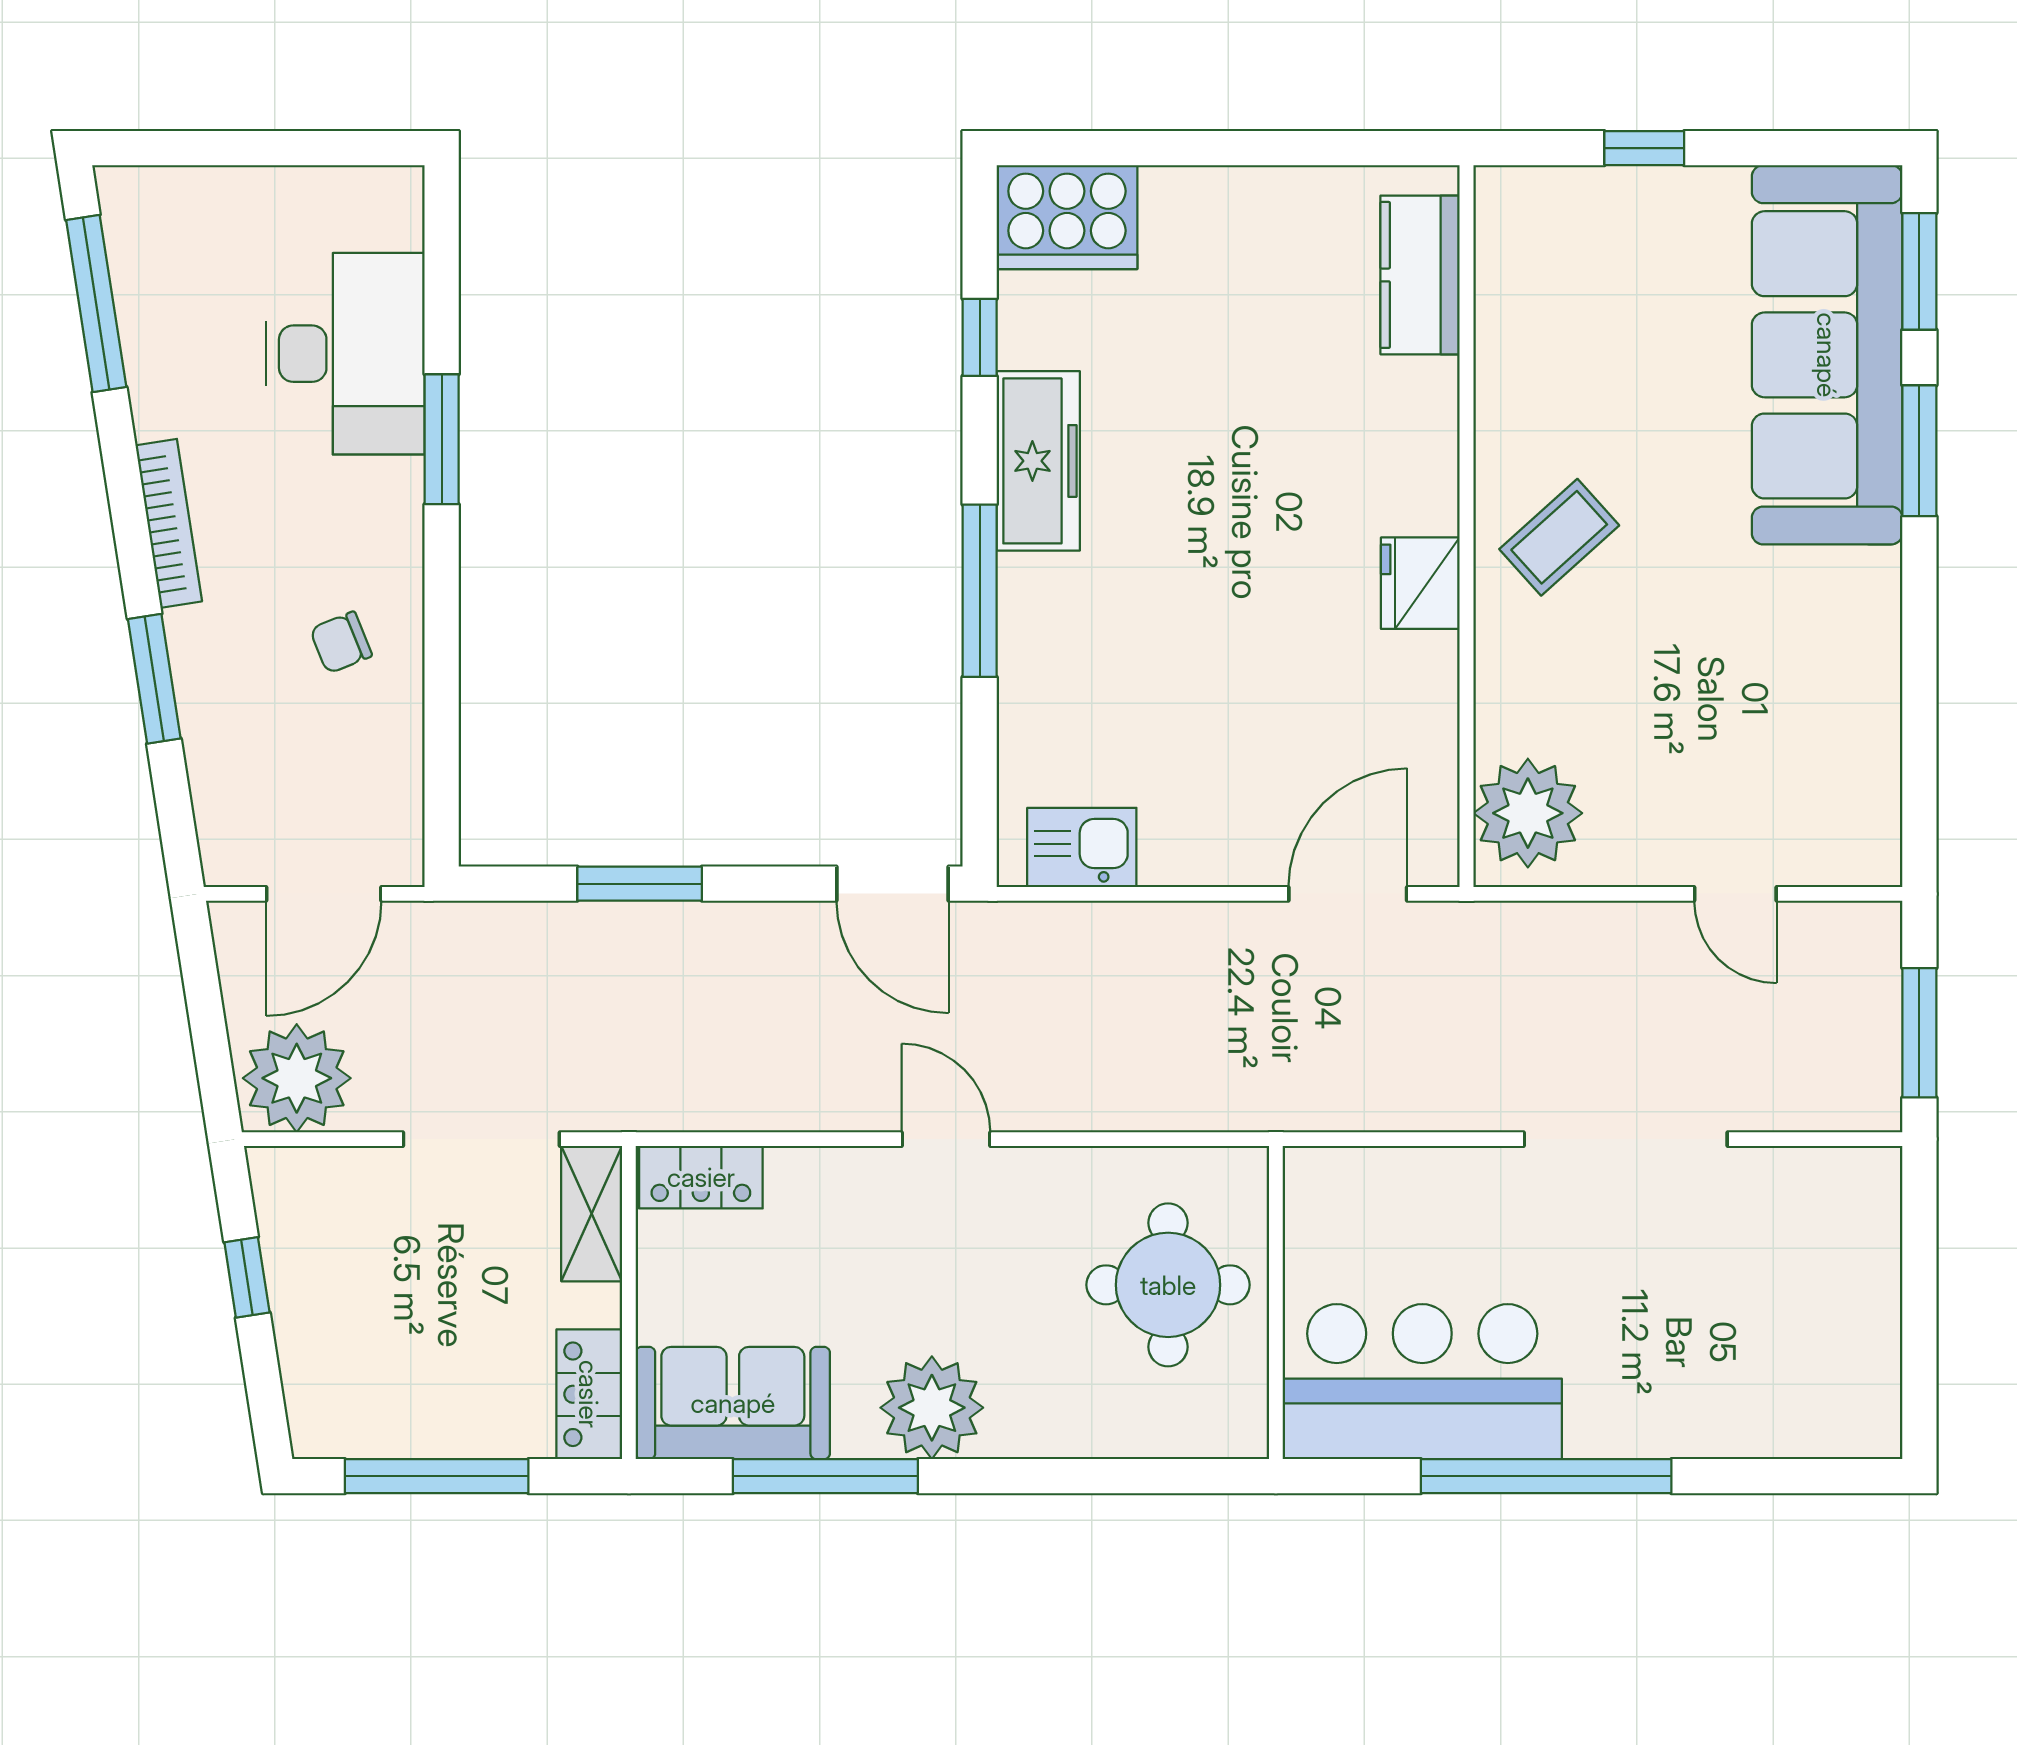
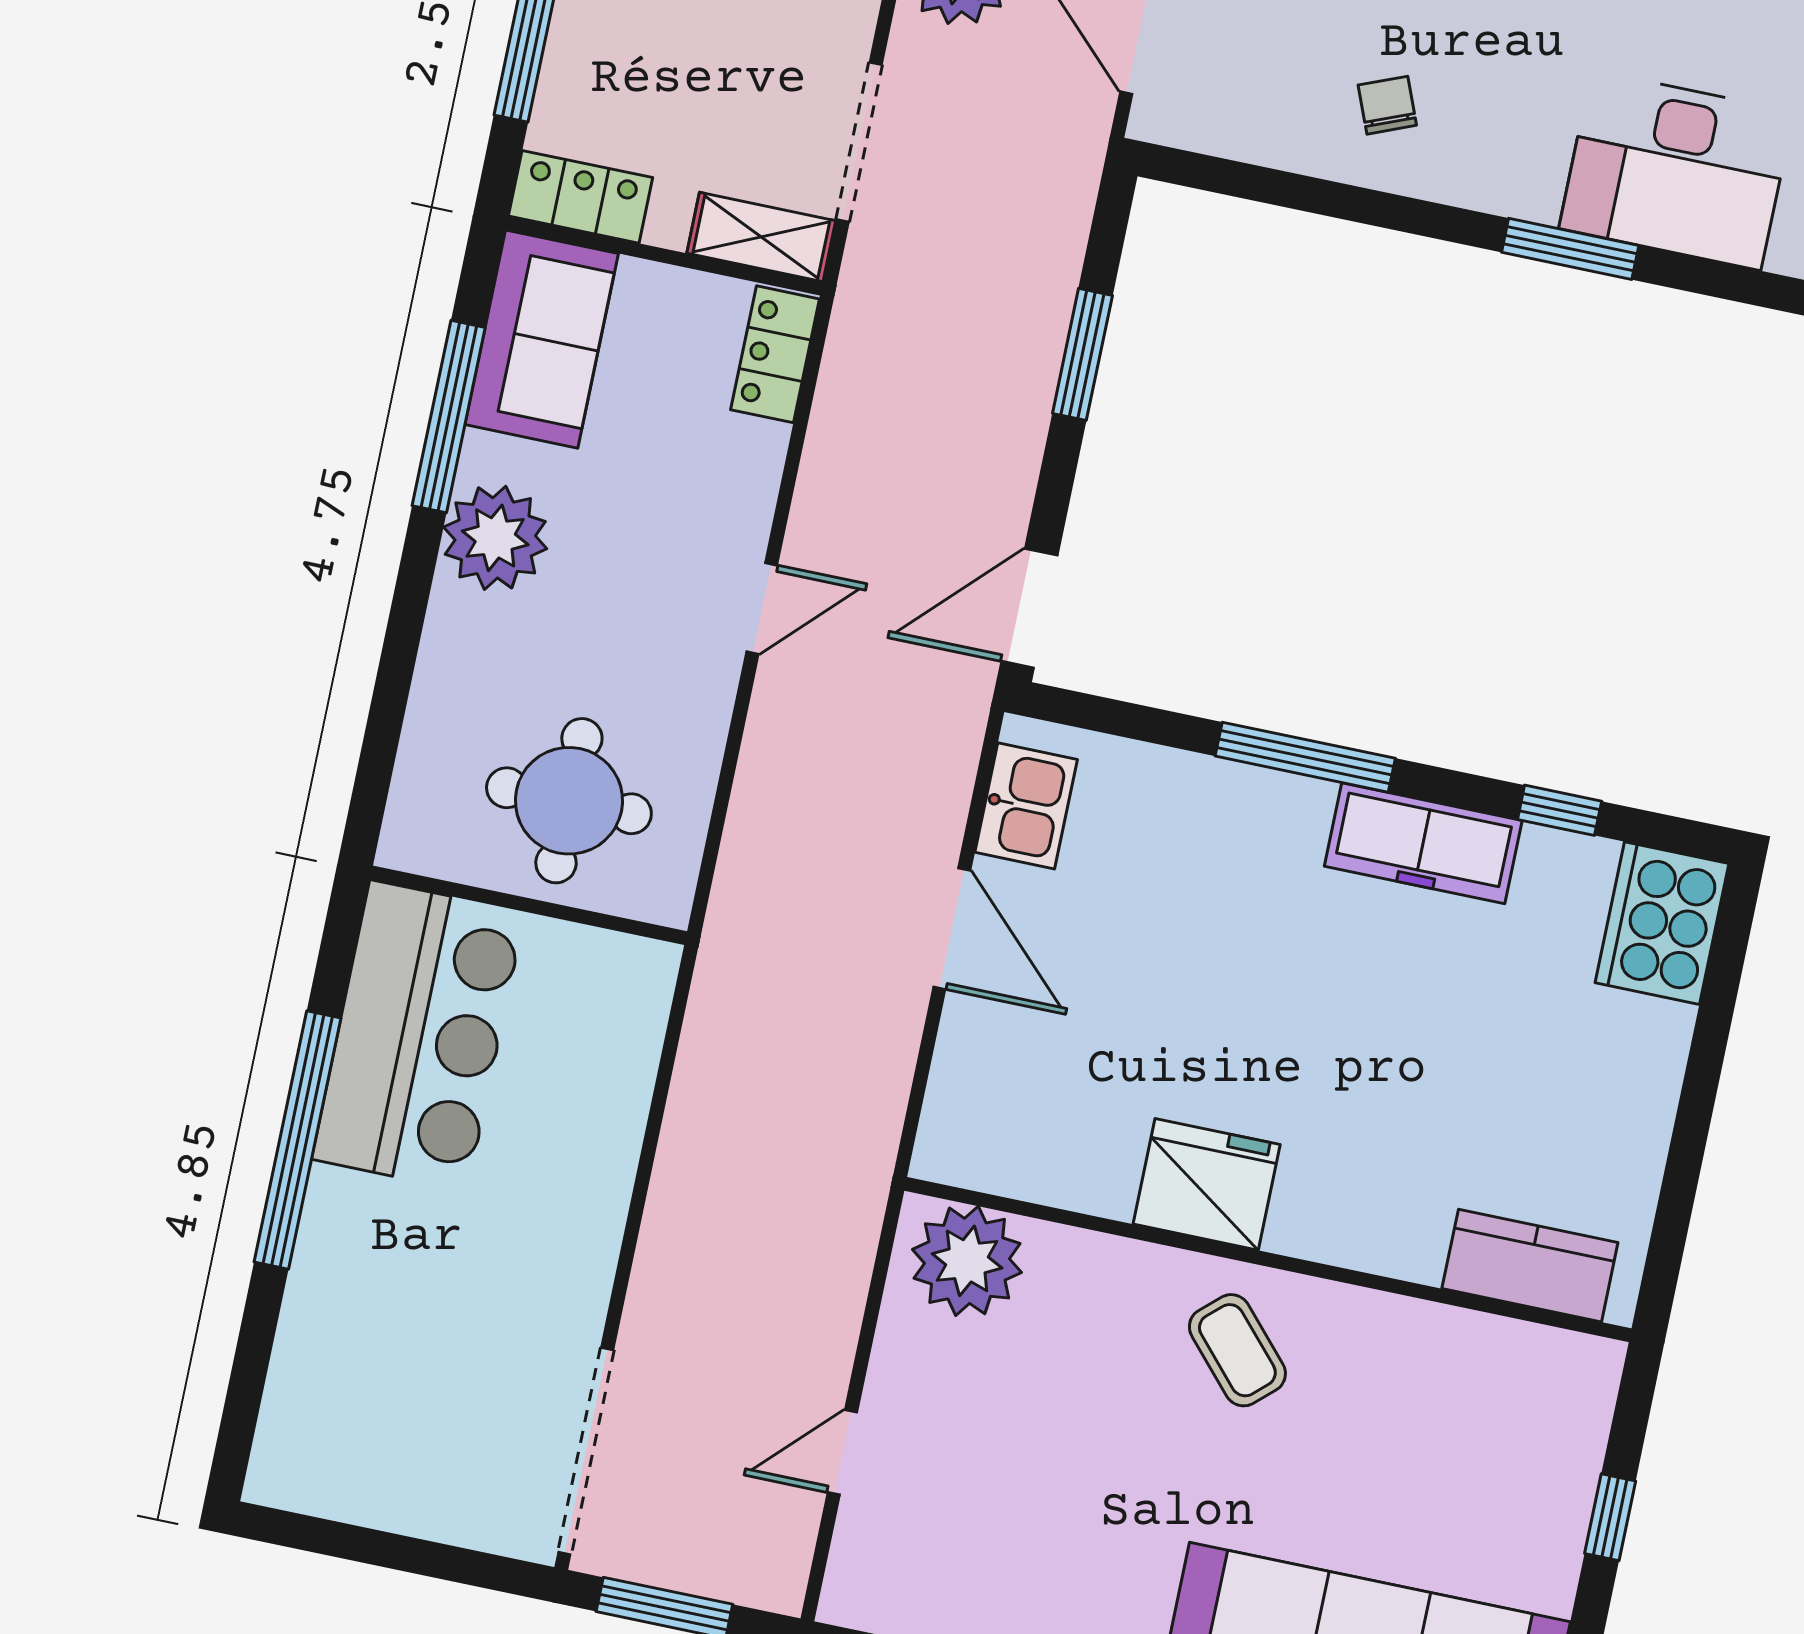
fridge: (1420, 583) -> (1207, 1184), width x1.36, depth x1.34
door: (1348, 894) -> (952, 929), moved
doorway: (1626, 1139) -> (586, 1451), moved

